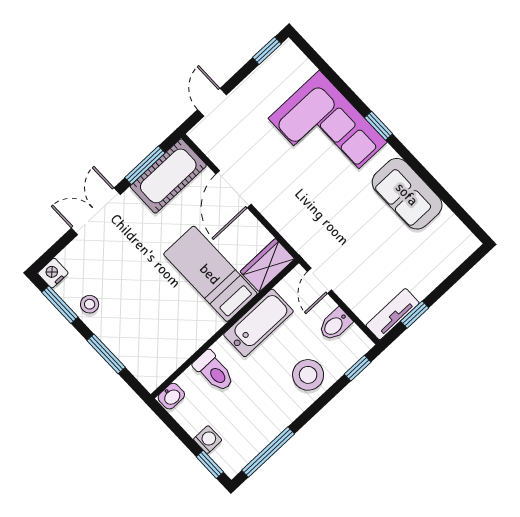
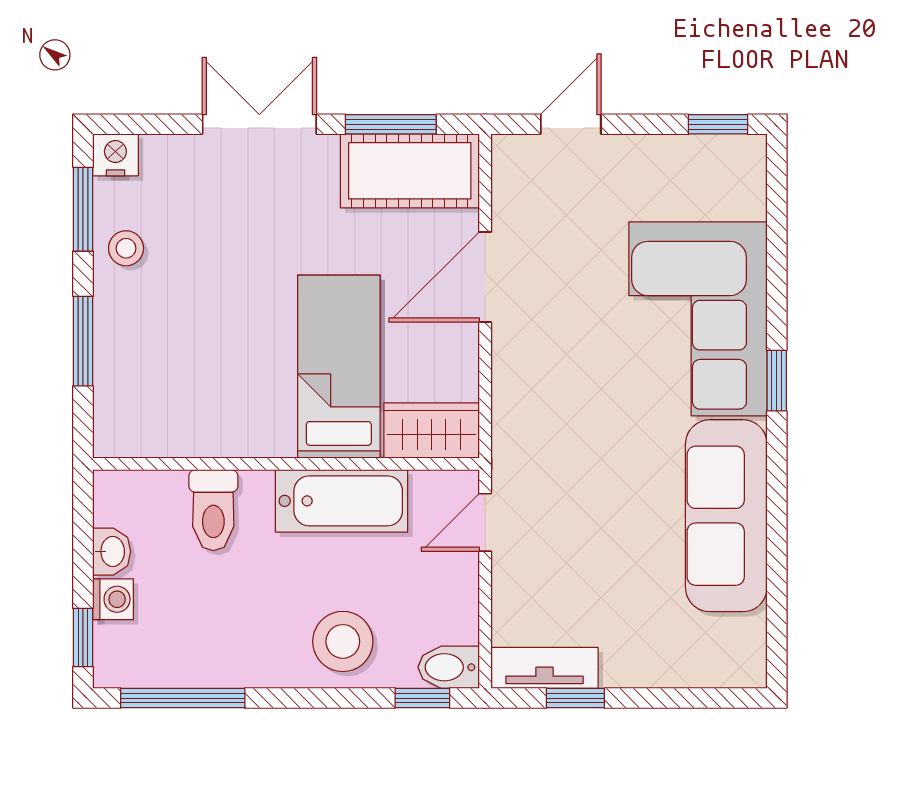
sofa: (407, 194) -> (726, 516), width x1.36
bidet: (335, 325) -> (449, 667), moved
washbasin: (171, 396) -> (112, 552), moved, turned -90

